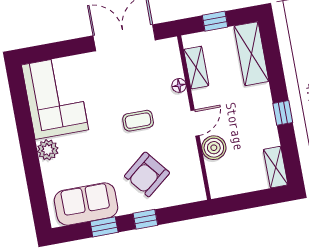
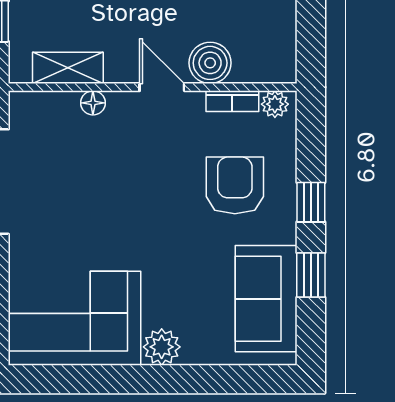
coffee table: (138, 121) -> (140, 184), removed
bookcase: (194, 164) -> (232, 101), added
armchair: (147, 174) -> (235, 185), turned -141
plant: (197, 189) -> (275, 104), added

